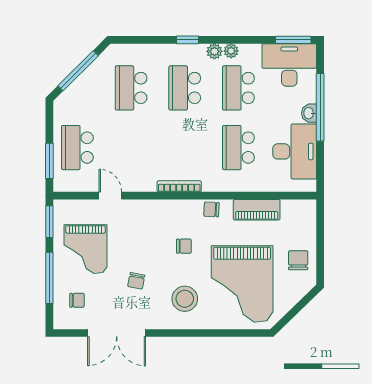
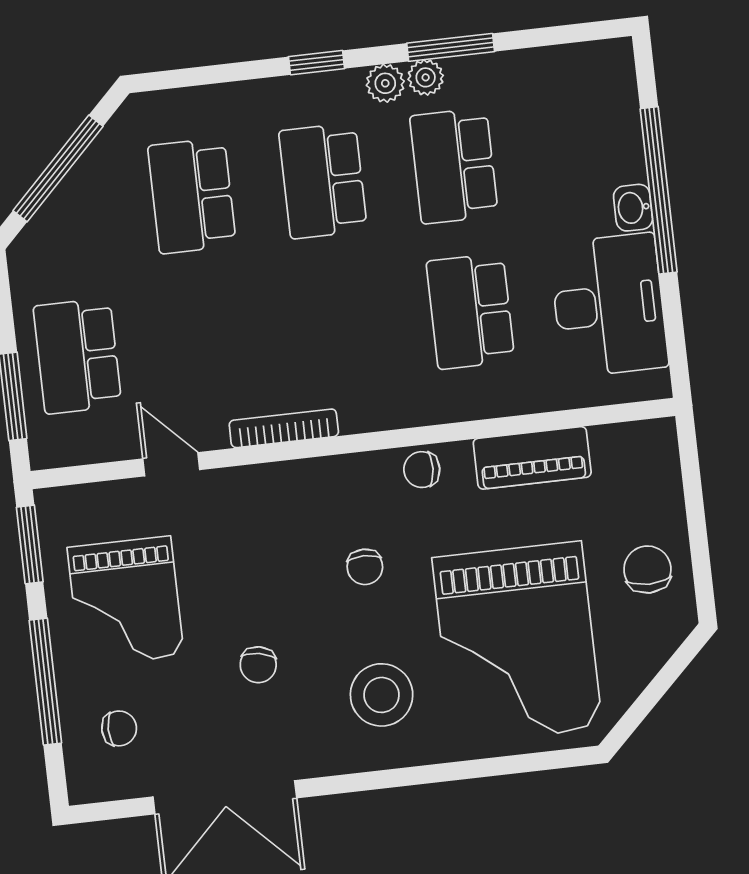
window: (293, 40) -> (451, 47), moved
desk: (289, 65) -> (571, 96), removed
bookcase: (179, 186) -> (284, 428), moved
chair: (184, 246) -> (365, 567), turned 90

